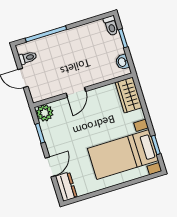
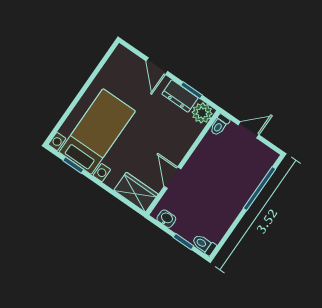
toilet: (28, 58) -> (220, 125), moved
door: (76, 92) -> (172, 178), moved
dresser: (66, 187) -> (180, 96), moved

